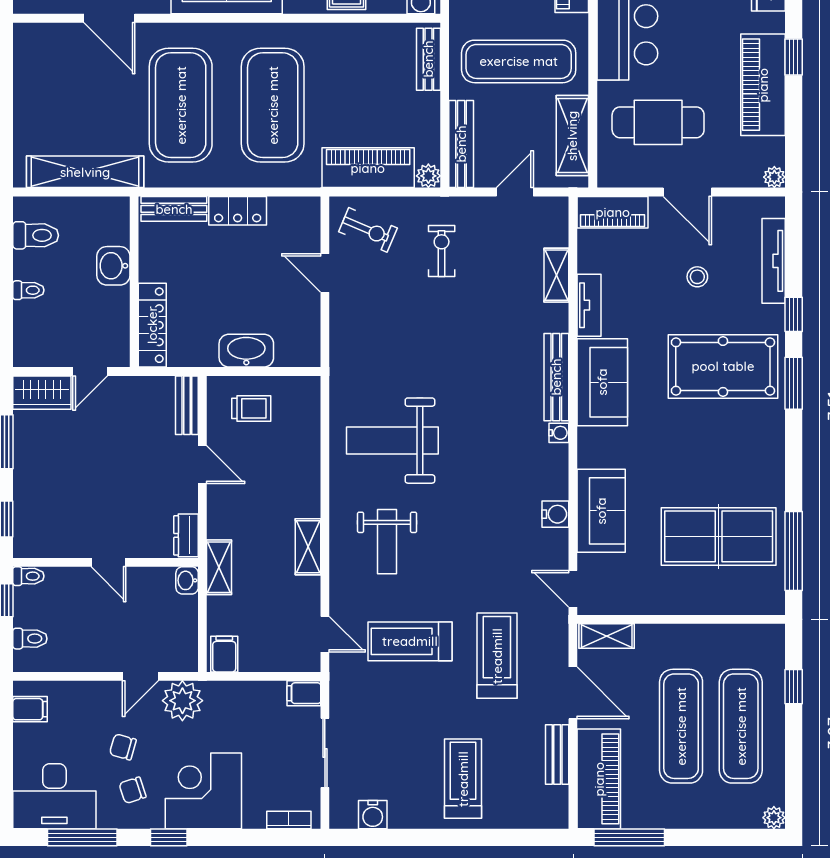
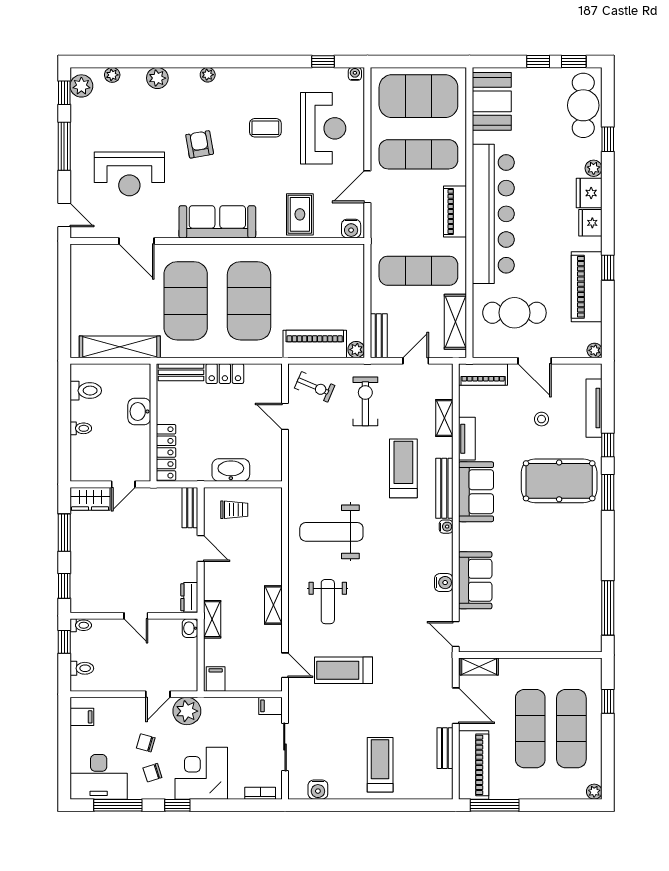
bench: (428, 59) -> (356, 269), removed
bench: (461, 144) -> (379, 336), width x0.73
exercise bike: (442, 251) -> (365, 401), width x1.38, depth x1.39
table tennis table: (719, 536) -> (556, 598), removed
treadmill: (497, 656) -> (403, 468), moved

